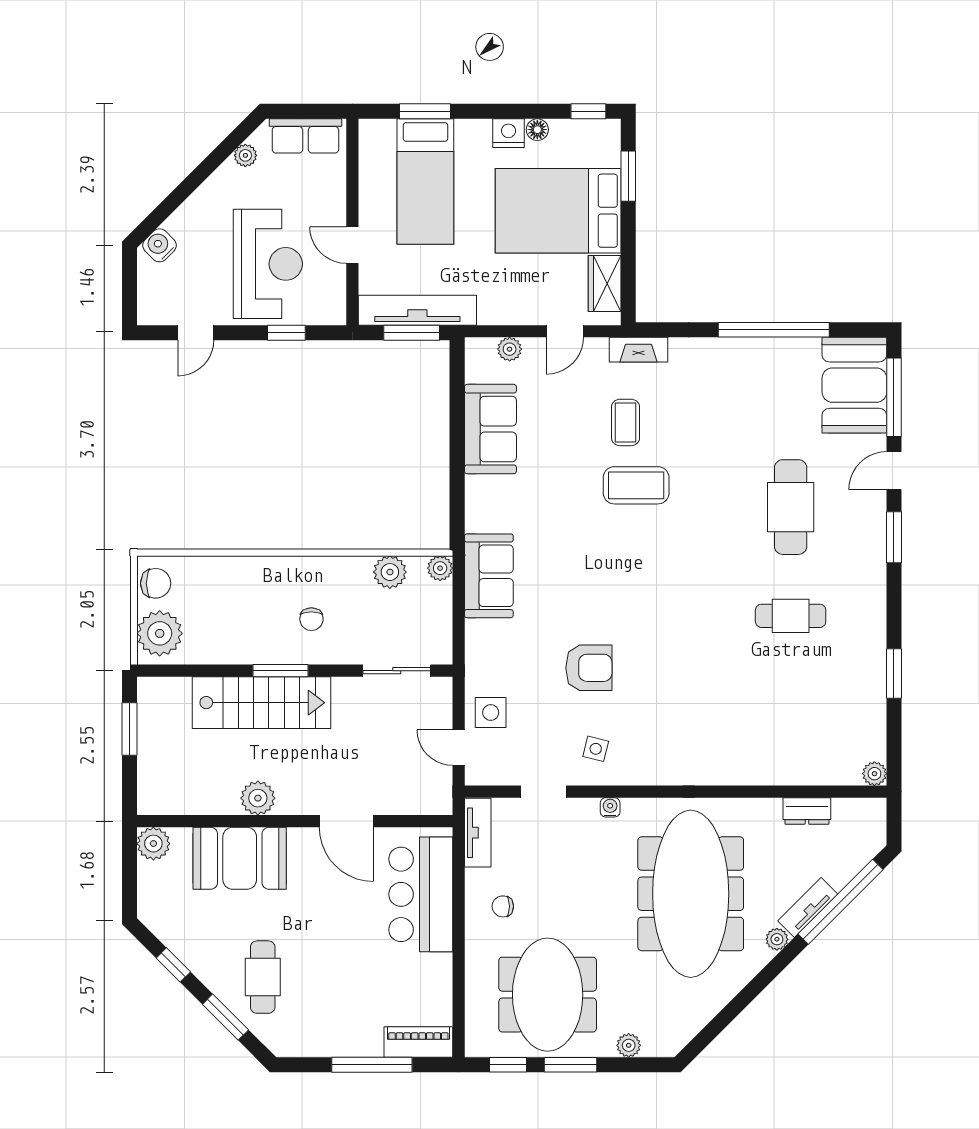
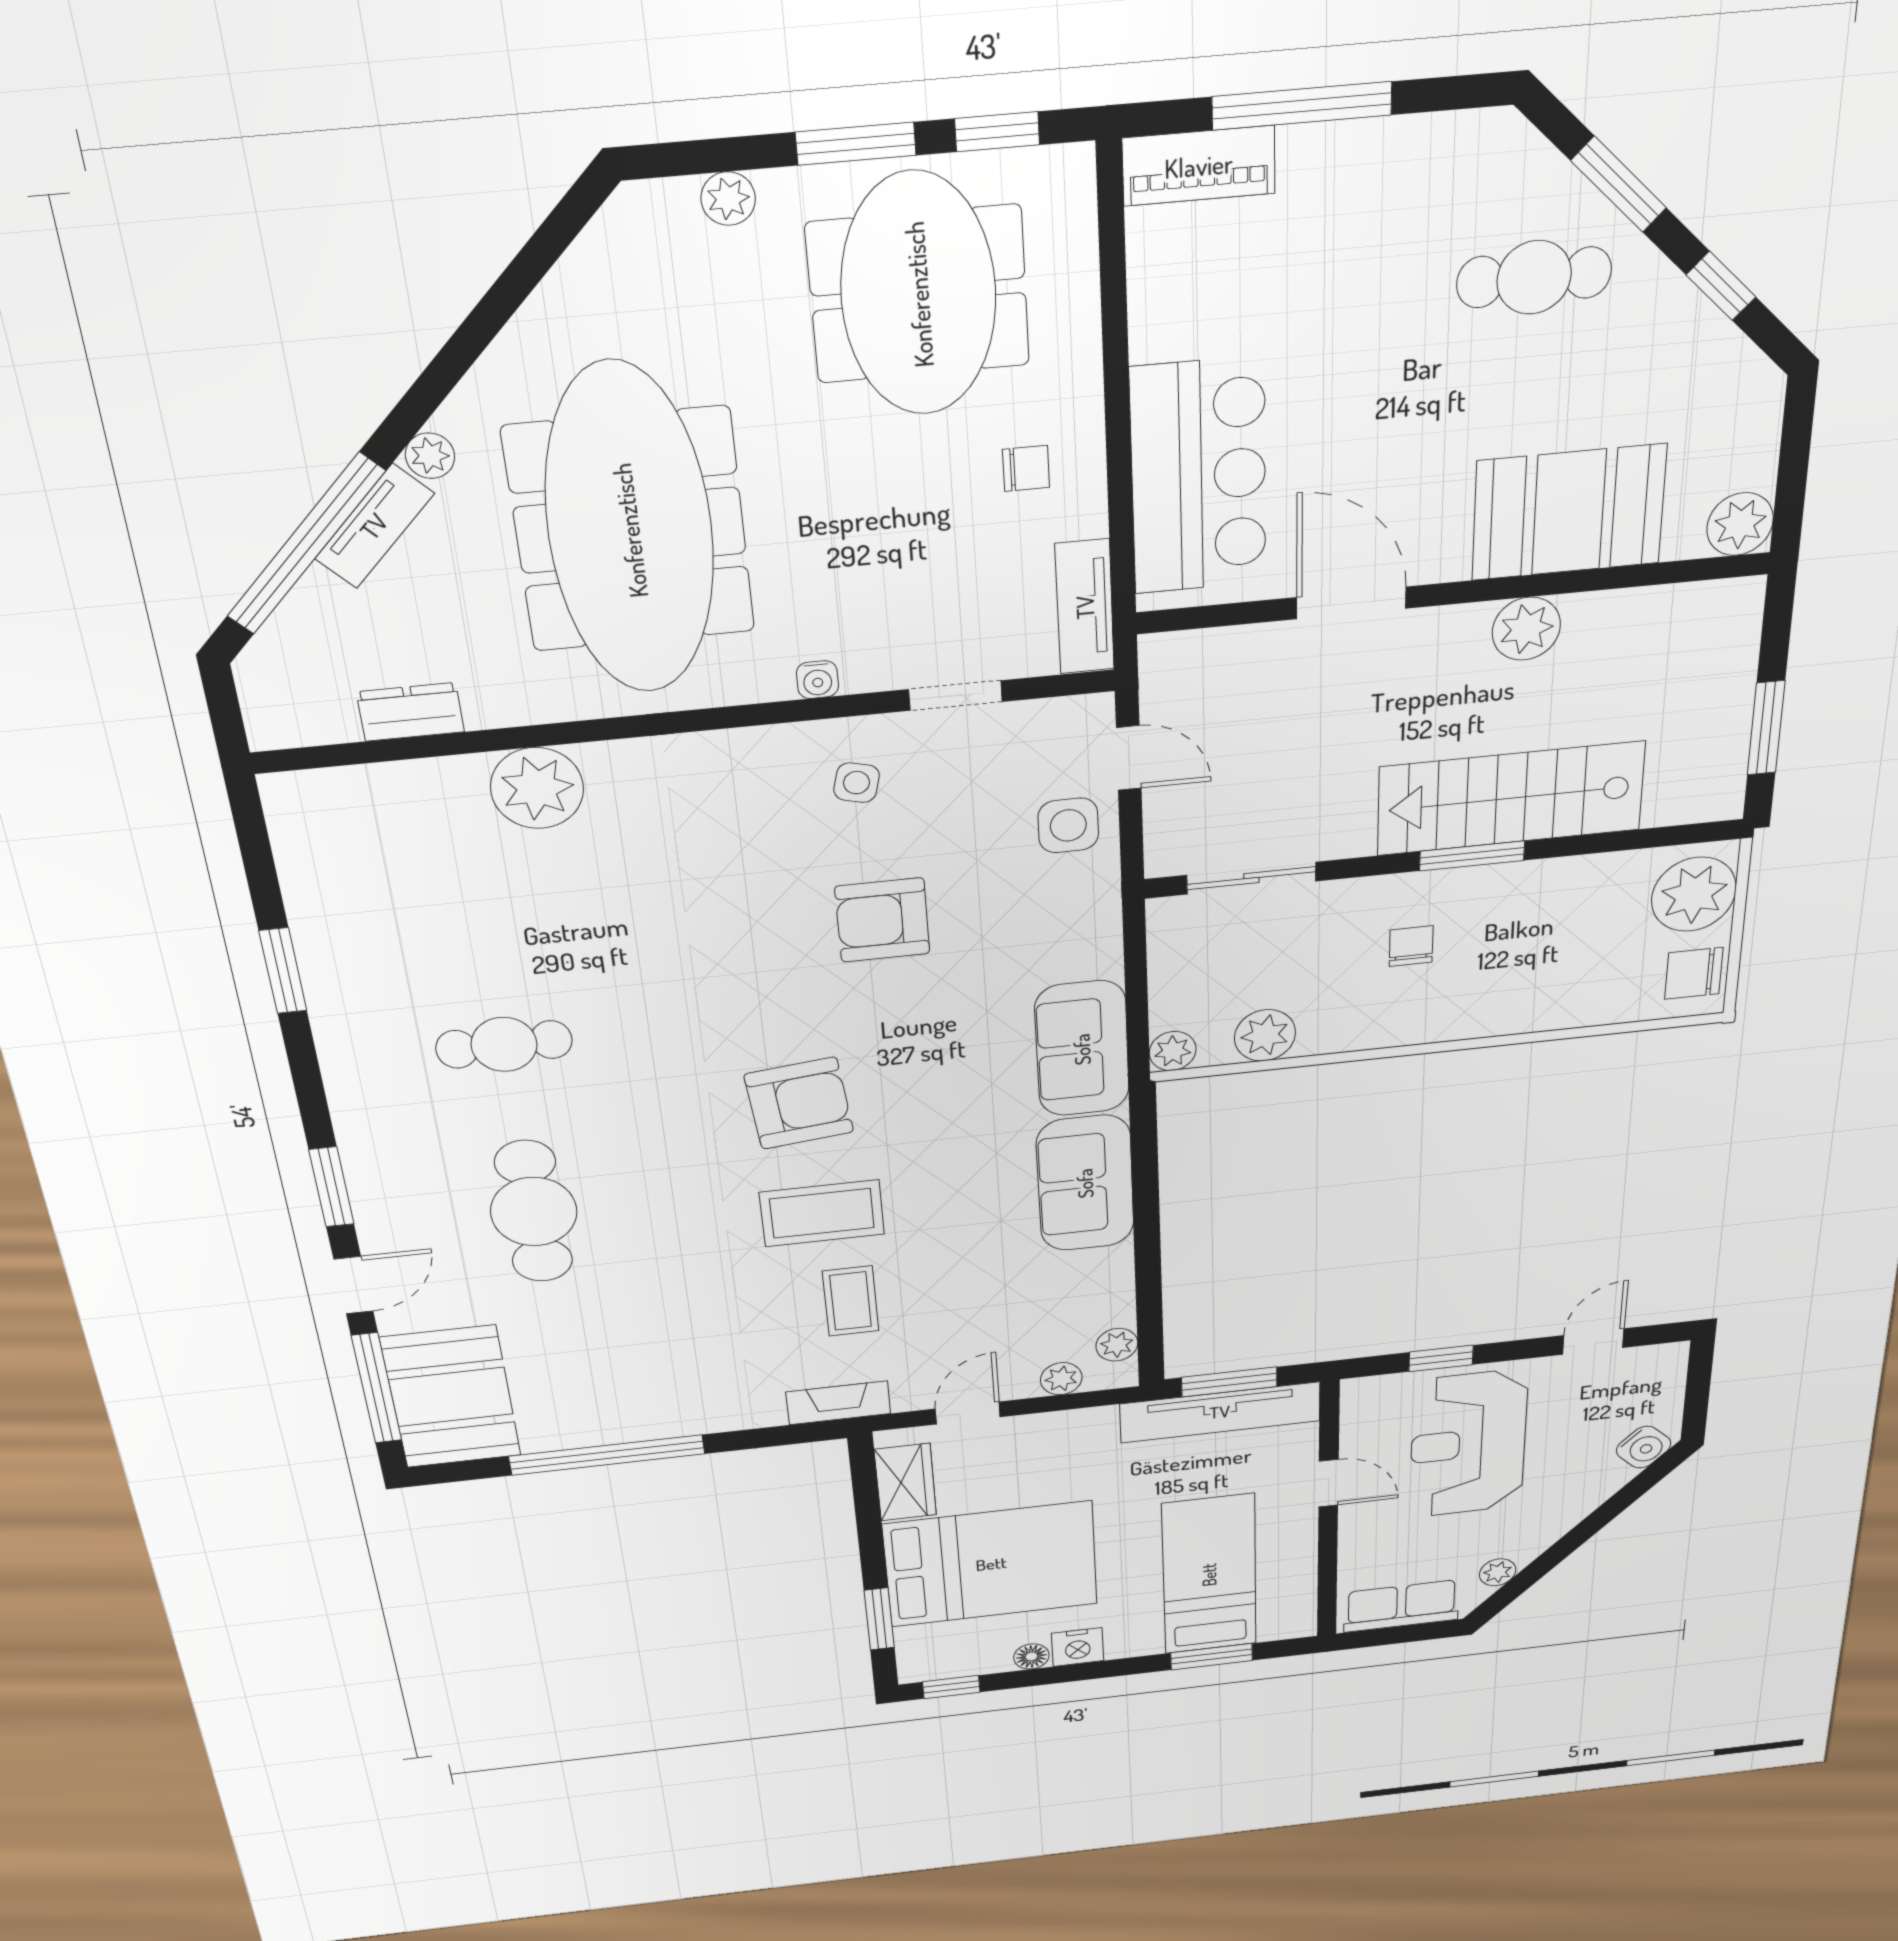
plant: (477, 370) -> (1117, 1345), added
sofa: (490, 429) -> (1085, 1183), moved
armchair: (642, 560) -> (799, 1103), added
plant: (874, 774) -> (537, 788), moved, width x1.88, depth x1.88
cafe table: (263, 977) -> (1534, 277), turned 90

